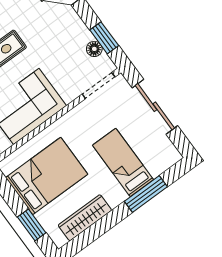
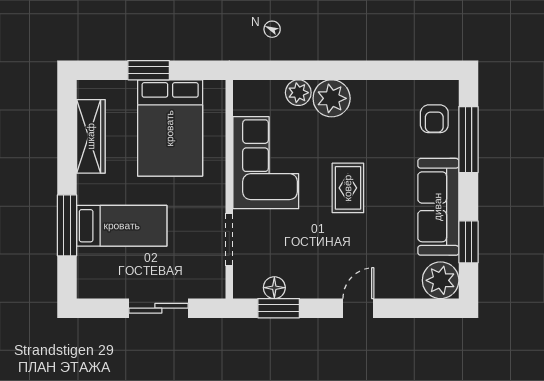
doorway: (99, 86) -> (229, 239), moved
sliding door: (155, 107) -> (158, 308), width x0.73
window: (32, 225) -> (149, 70), moved

